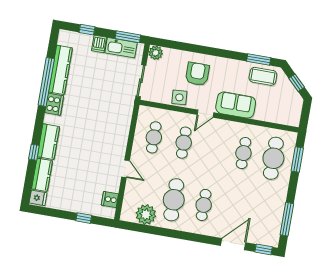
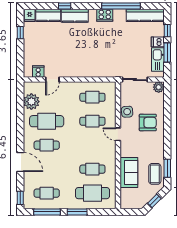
window: (128, 37) -> (167, 52), moved
kitchen counter: (60, 70) -> (145, 15), moved
sofa: (236, 105) -> (129, 172), moved
window: (297, 160) -> (77, 212), moved
door: (126, 169) -> (52, 80), moved
cafe table: (263, 215) -> (47, 193), added
window: (84, 218) -> (20, 33), moved
door: (233, 244) -> (20, 162), moved

